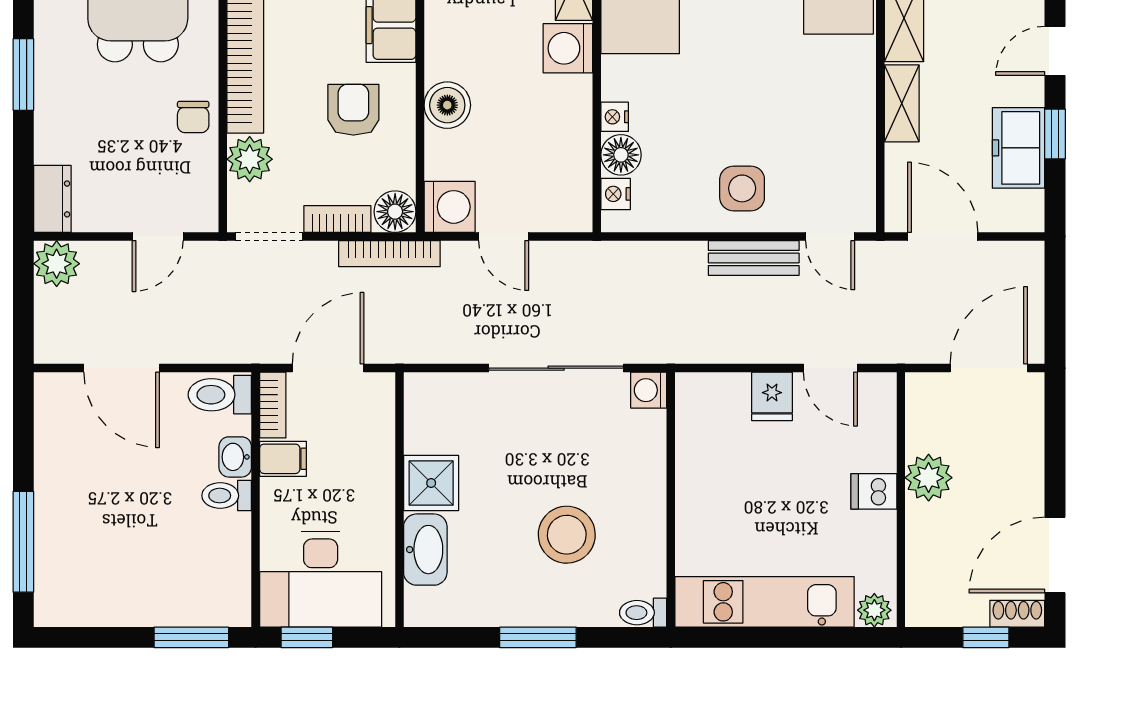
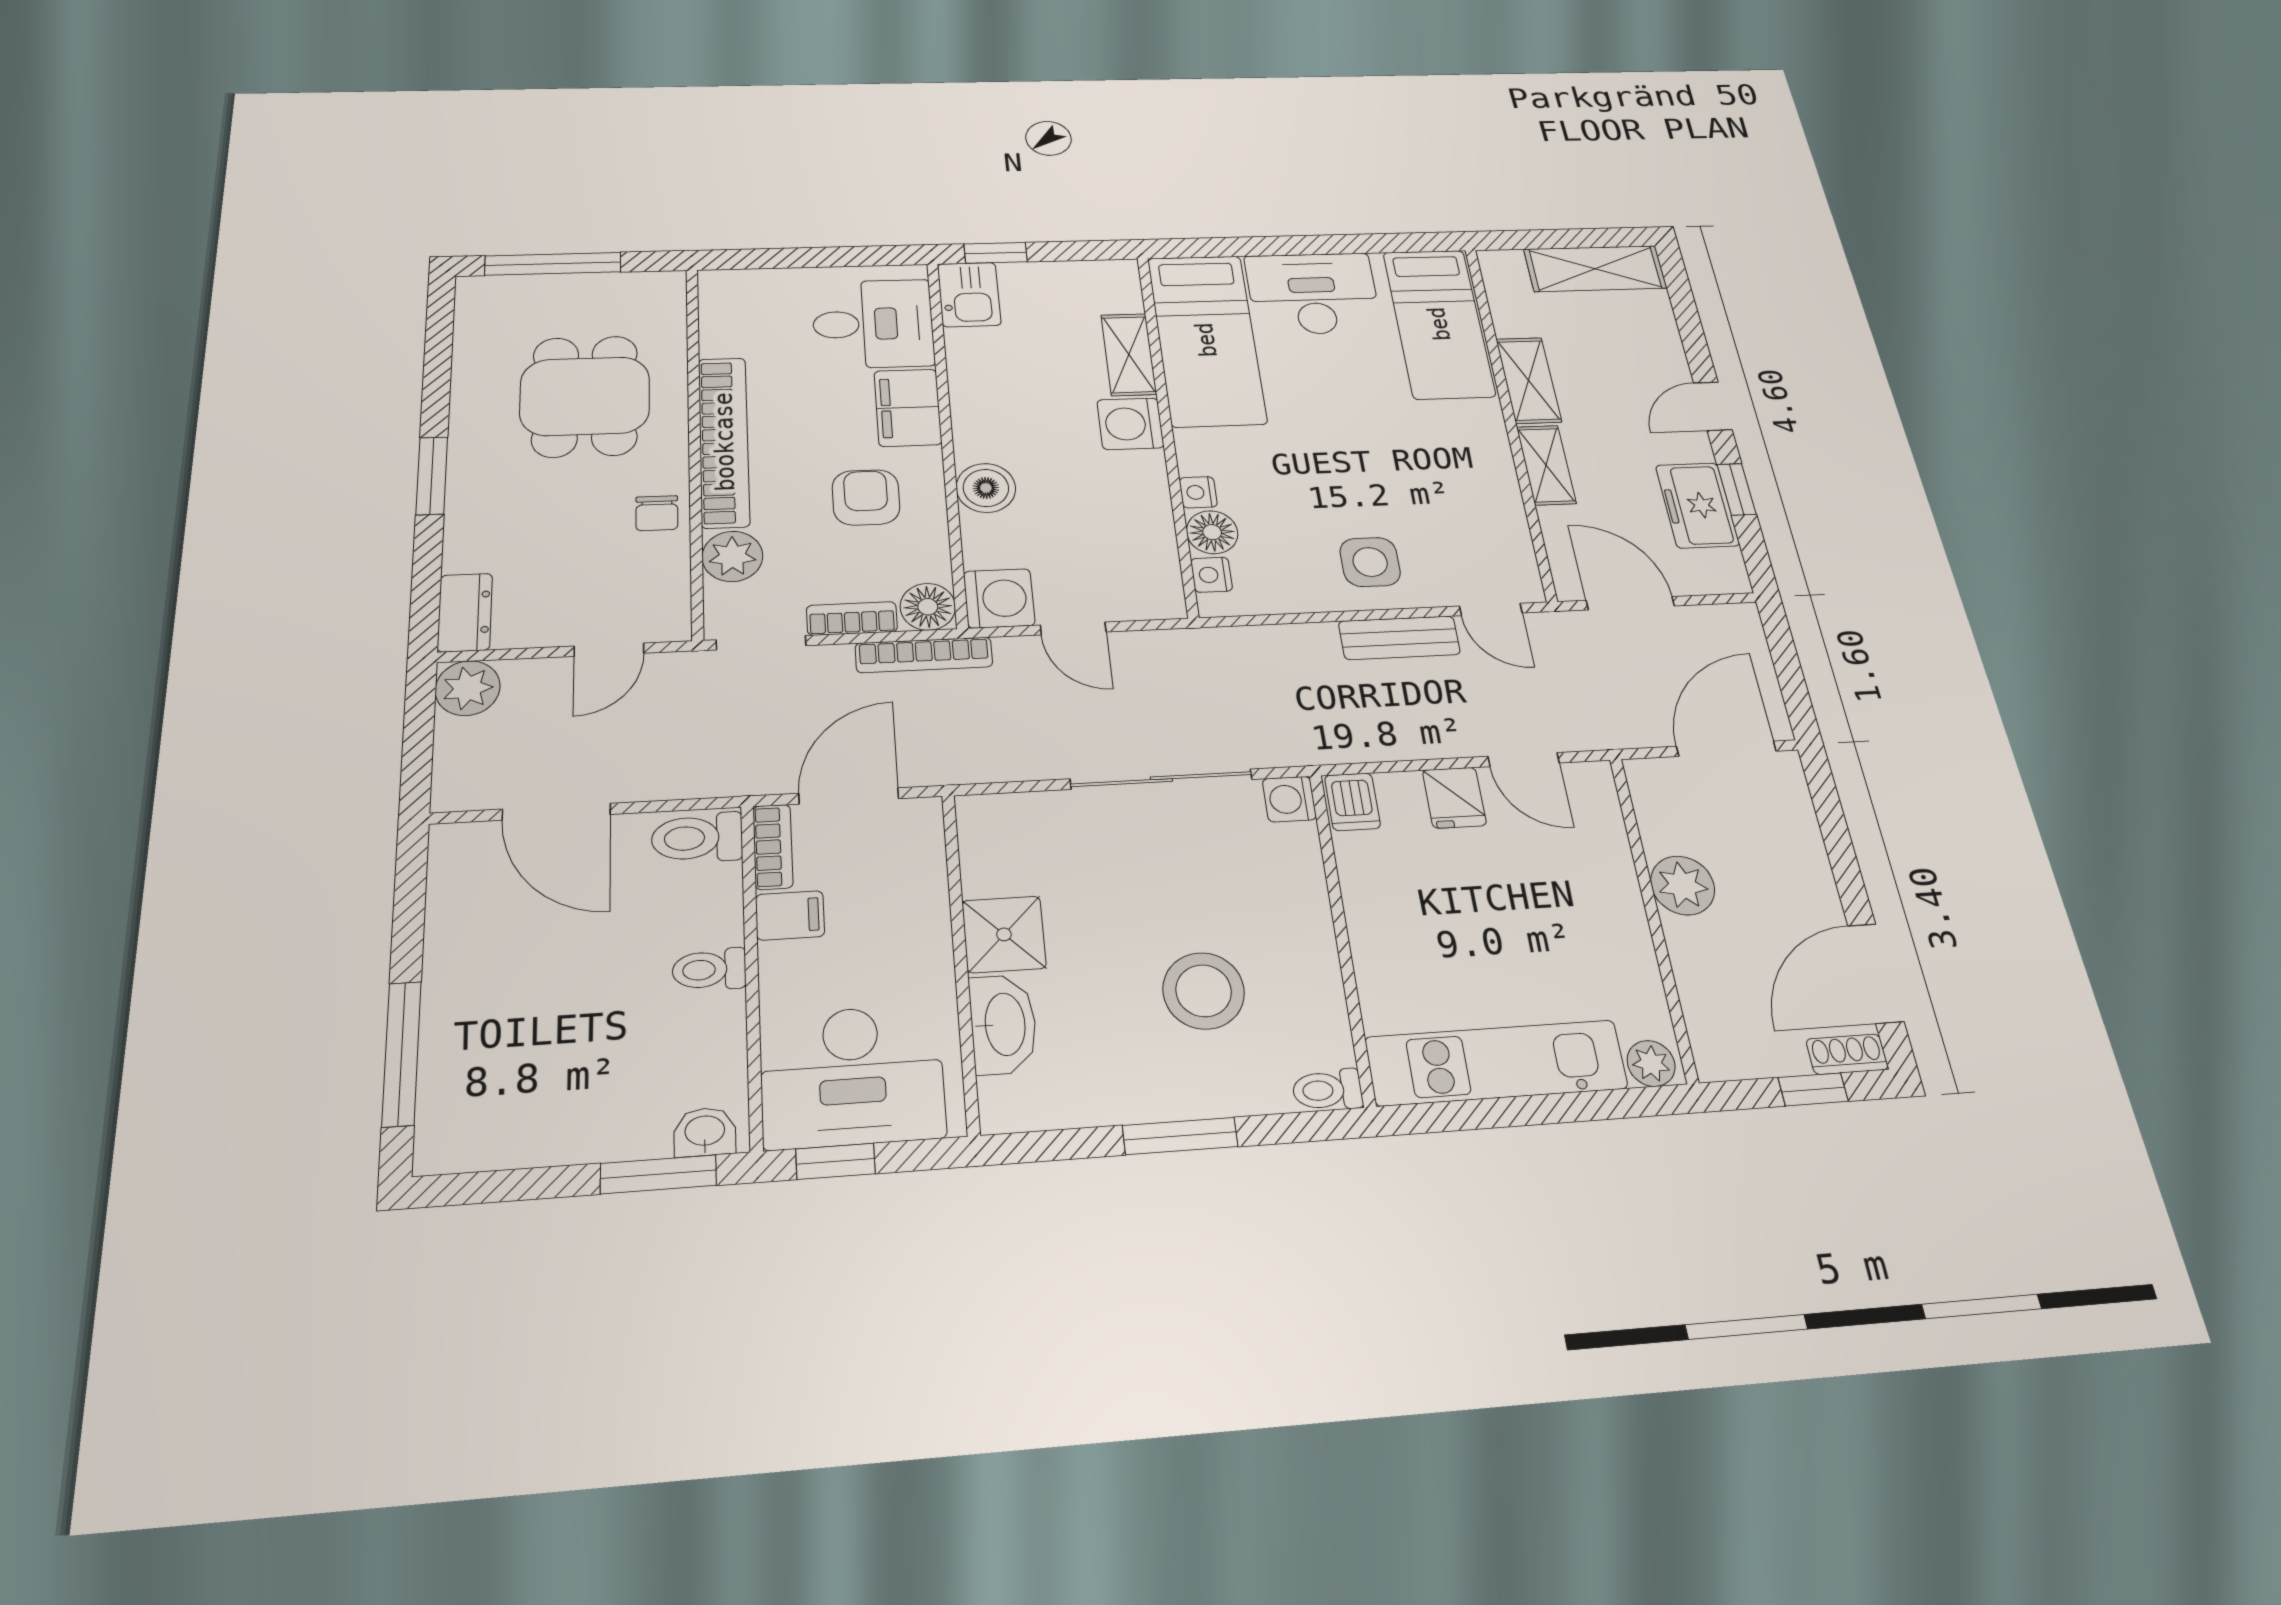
washbasin: (235, 457) -> (705, 1132), moved, turned 90
dishwasher: (874, 491) -> (1352, 802), moved, turned -90

